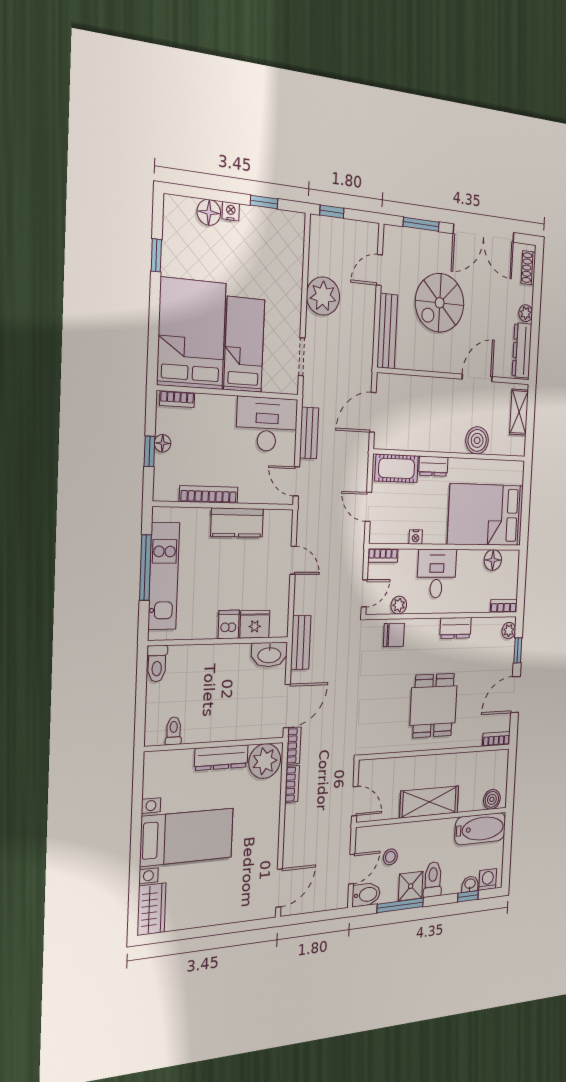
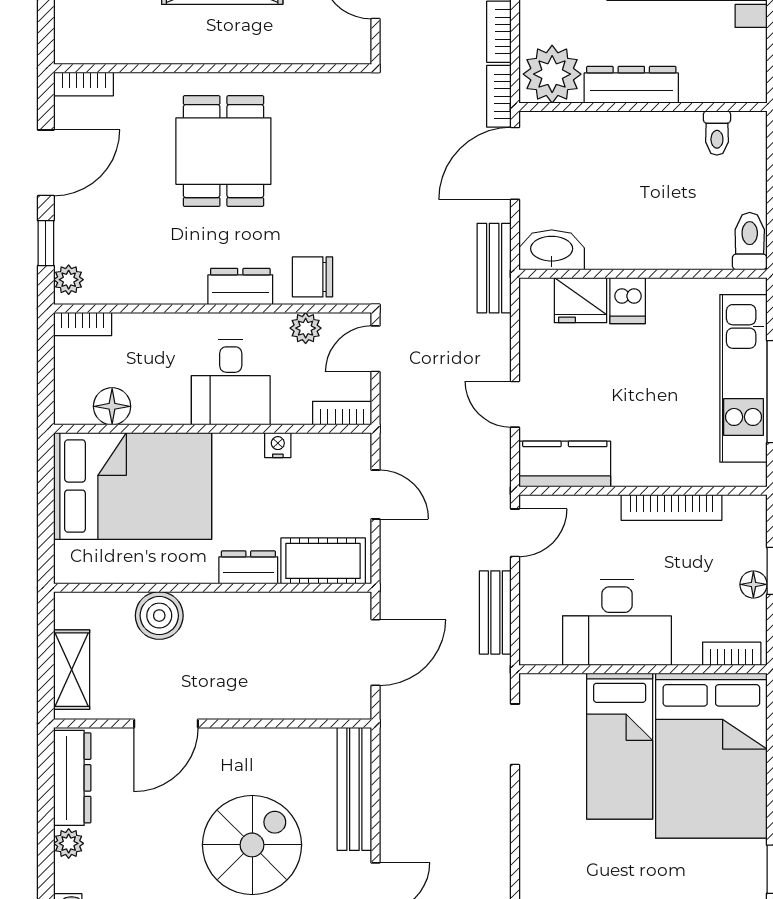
plant: (323, 296) -> (480, 835), removed
desk: (267, 424) -> (617, 623), moved
door: (296, 481) -> (515, 533), hinge flipped
kitchen counter: (237, 523) -> (565, 464), moved
dresser: (456, 628) -> (240, 287), moved

